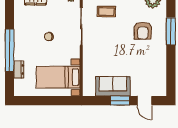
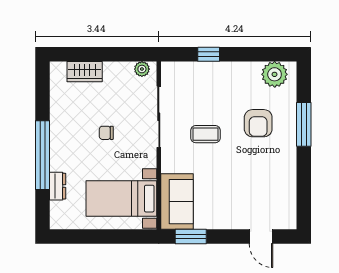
coffee table: (106, 11) -> (205, 134), moved
sofa: (113, 86) -> (177, 202), moved, turned 90
window: (120, 101) -> (191, 237), moved

